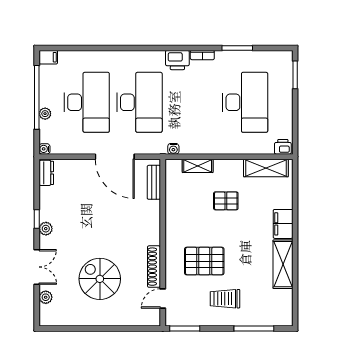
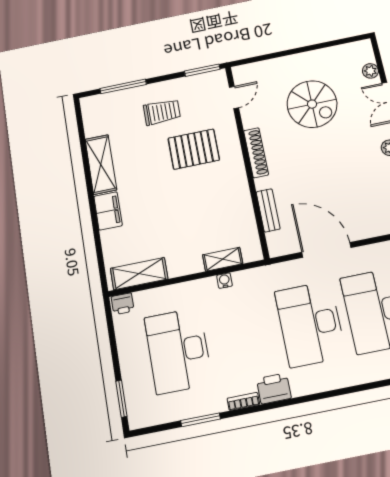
water cooler: (173, 149) -> (224, 281), moved
bench: (154, 182) -> (268, 210), moved
pallet: (226, 201) -> (181, 224), removed
shoe rack: (154, 267) -> (256, 153), moved

